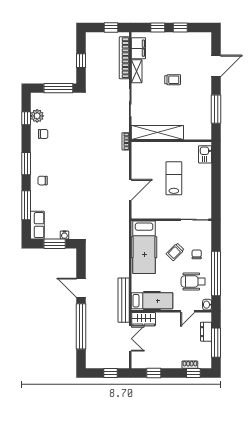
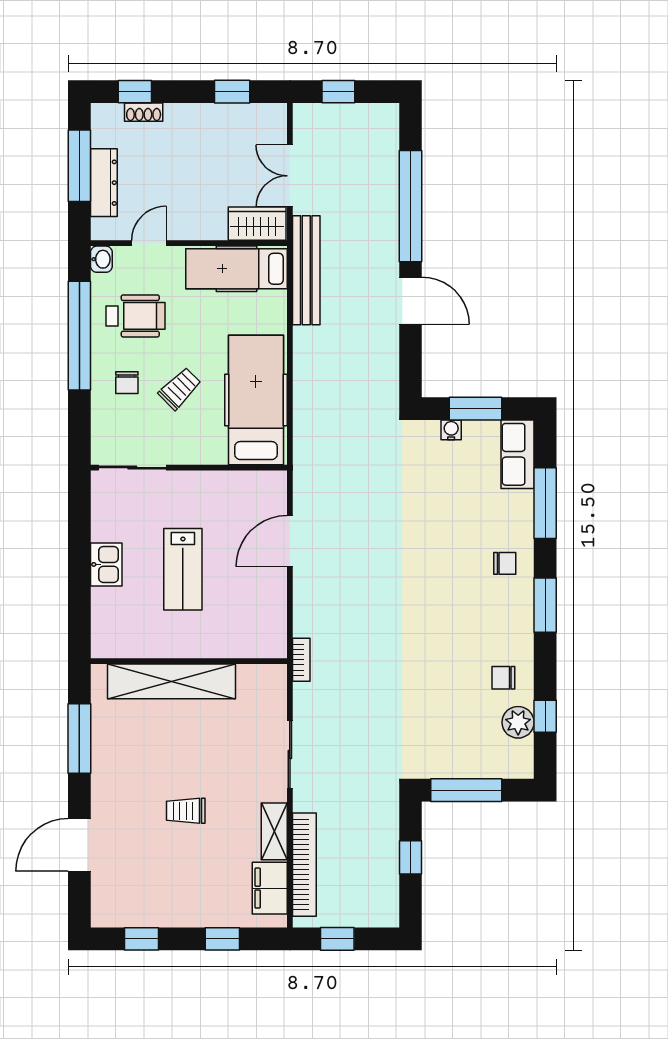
window: (180, 27) -> (142, 939), moved
shelving: (157, 132) -> (172, 681), moved
kitchen sink: (205, 154) -> (106, 564), moved
dresser: (206, 332) -> (104, 183), width x1.44

